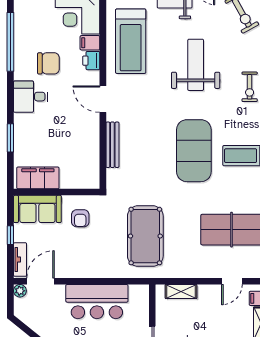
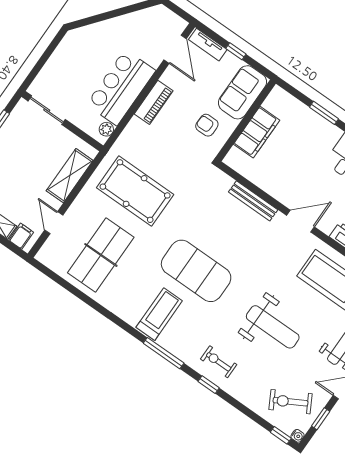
filing cabinet: (38, 178) -> (257, 132), moved
pool table: (145, 236) -> (135, 191), moved
piano: (91, 270) -> (154, 102), added
plant: (20, 291) -> (106, 129), moved
shelving: (181, 291) -> (70, 176), width x1.50, depth x1.33

